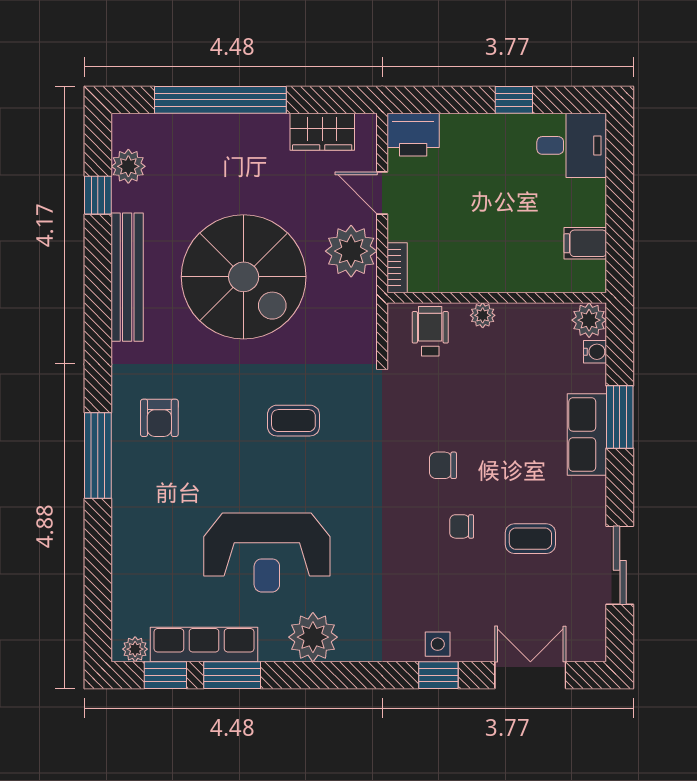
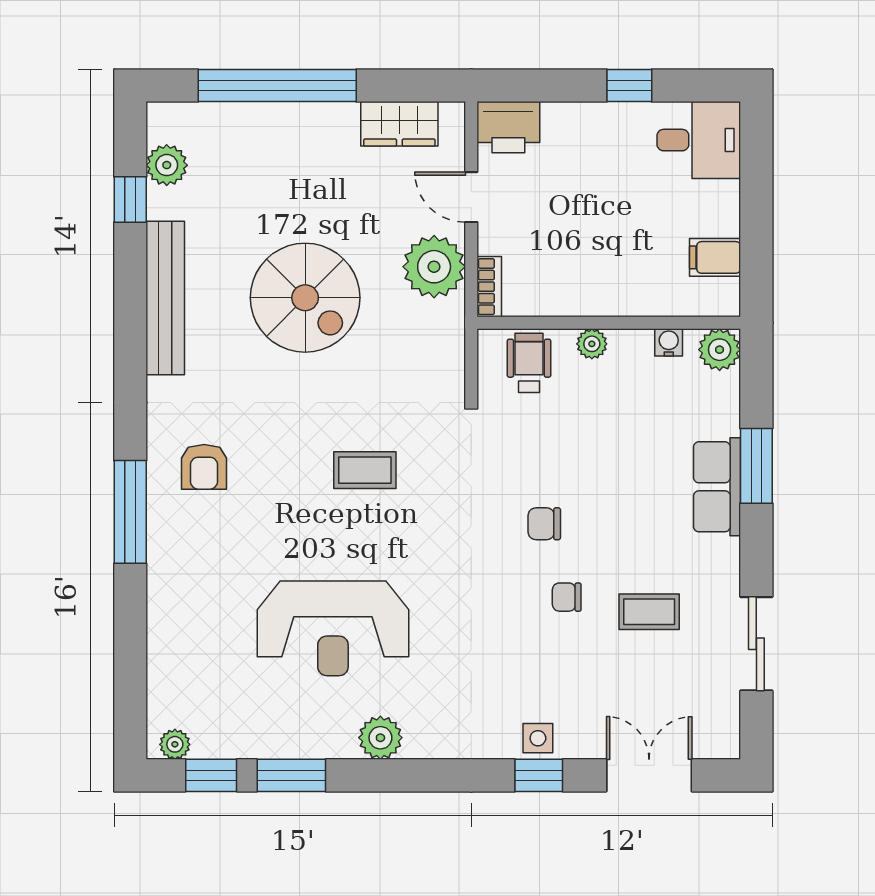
spiral stairs: (244, 277) -> (305, 298), width x0.73, depth x0.73
water cooler: (595, 352) -> (669, 342), moved, turned -90
plant: (313, 637) -> (380, 738), width x0.73, depth x0.73
row of seats: (204, 644) -> (258, 739), removed

